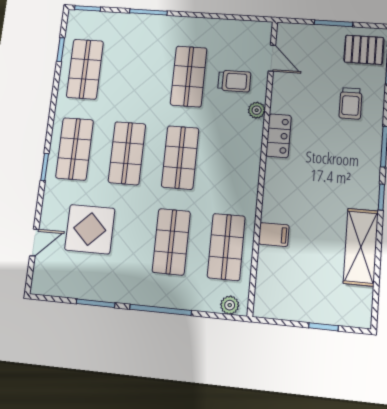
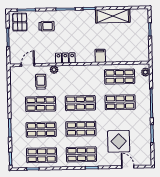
shop shelf: (136, 73) -> (41, 130), added
filing cabinet: (274, 234) -> (100, 56), moved

